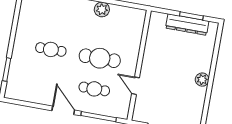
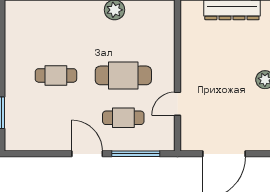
door: (135, 86) -> (178, 104), hinge flipped

